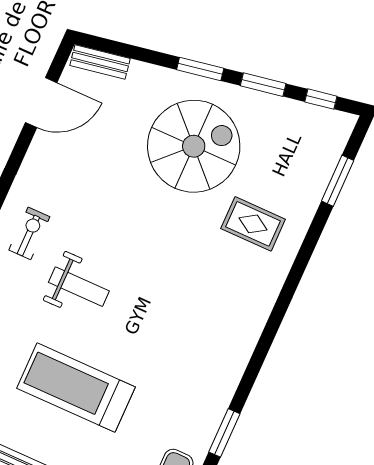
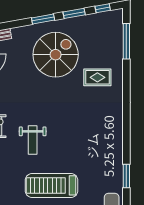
window: (338, 181) -> (126, 41), width x1.44
weight bench: (79, 287) -> (33, 140), turned 90

